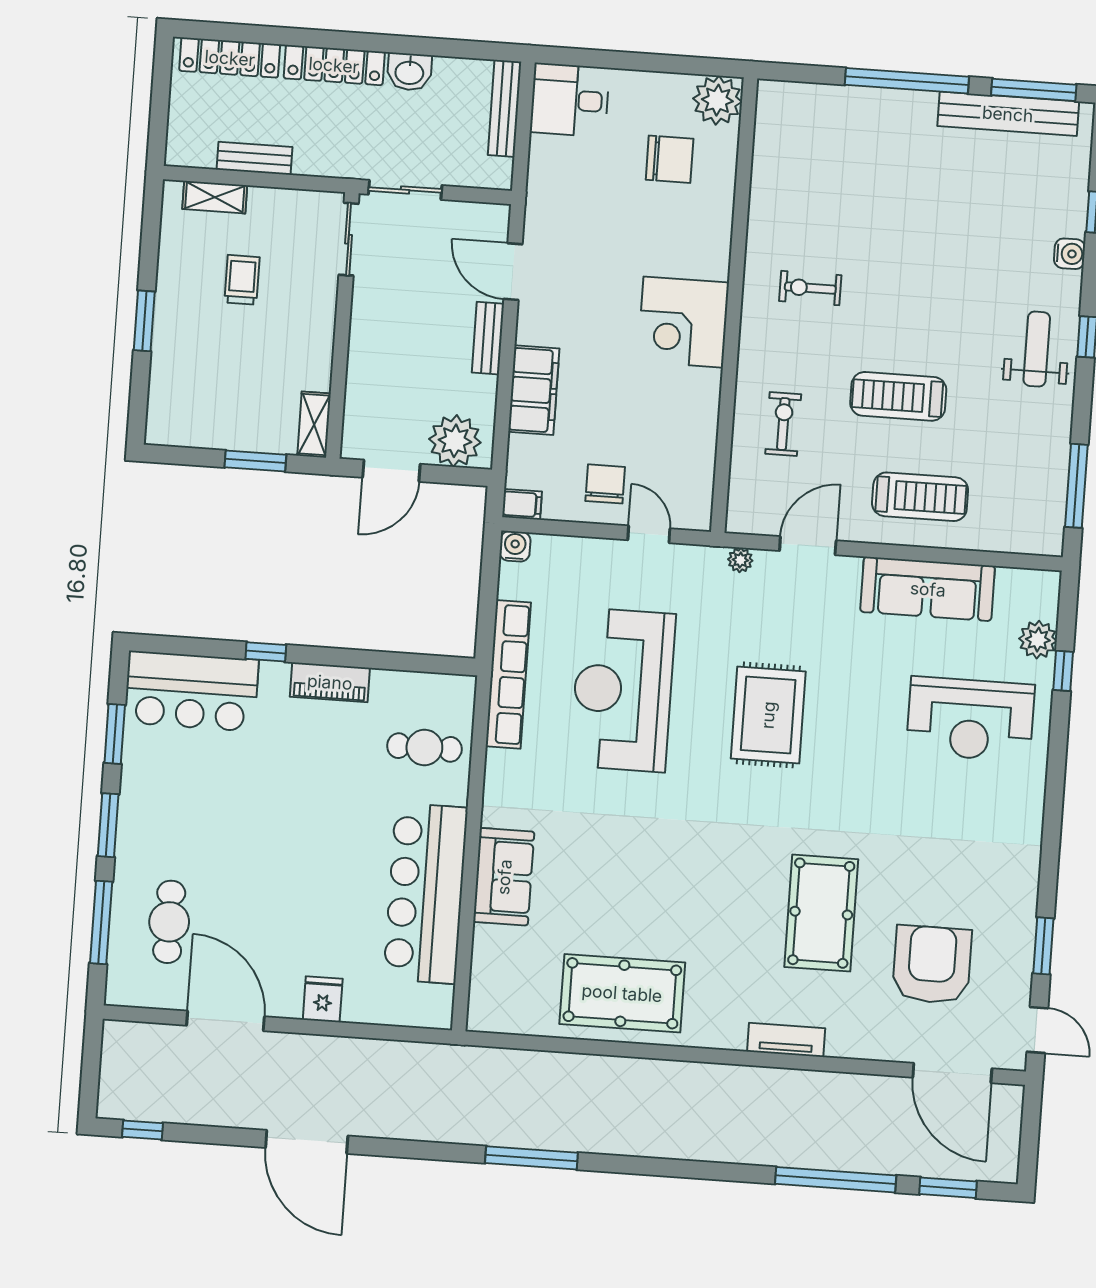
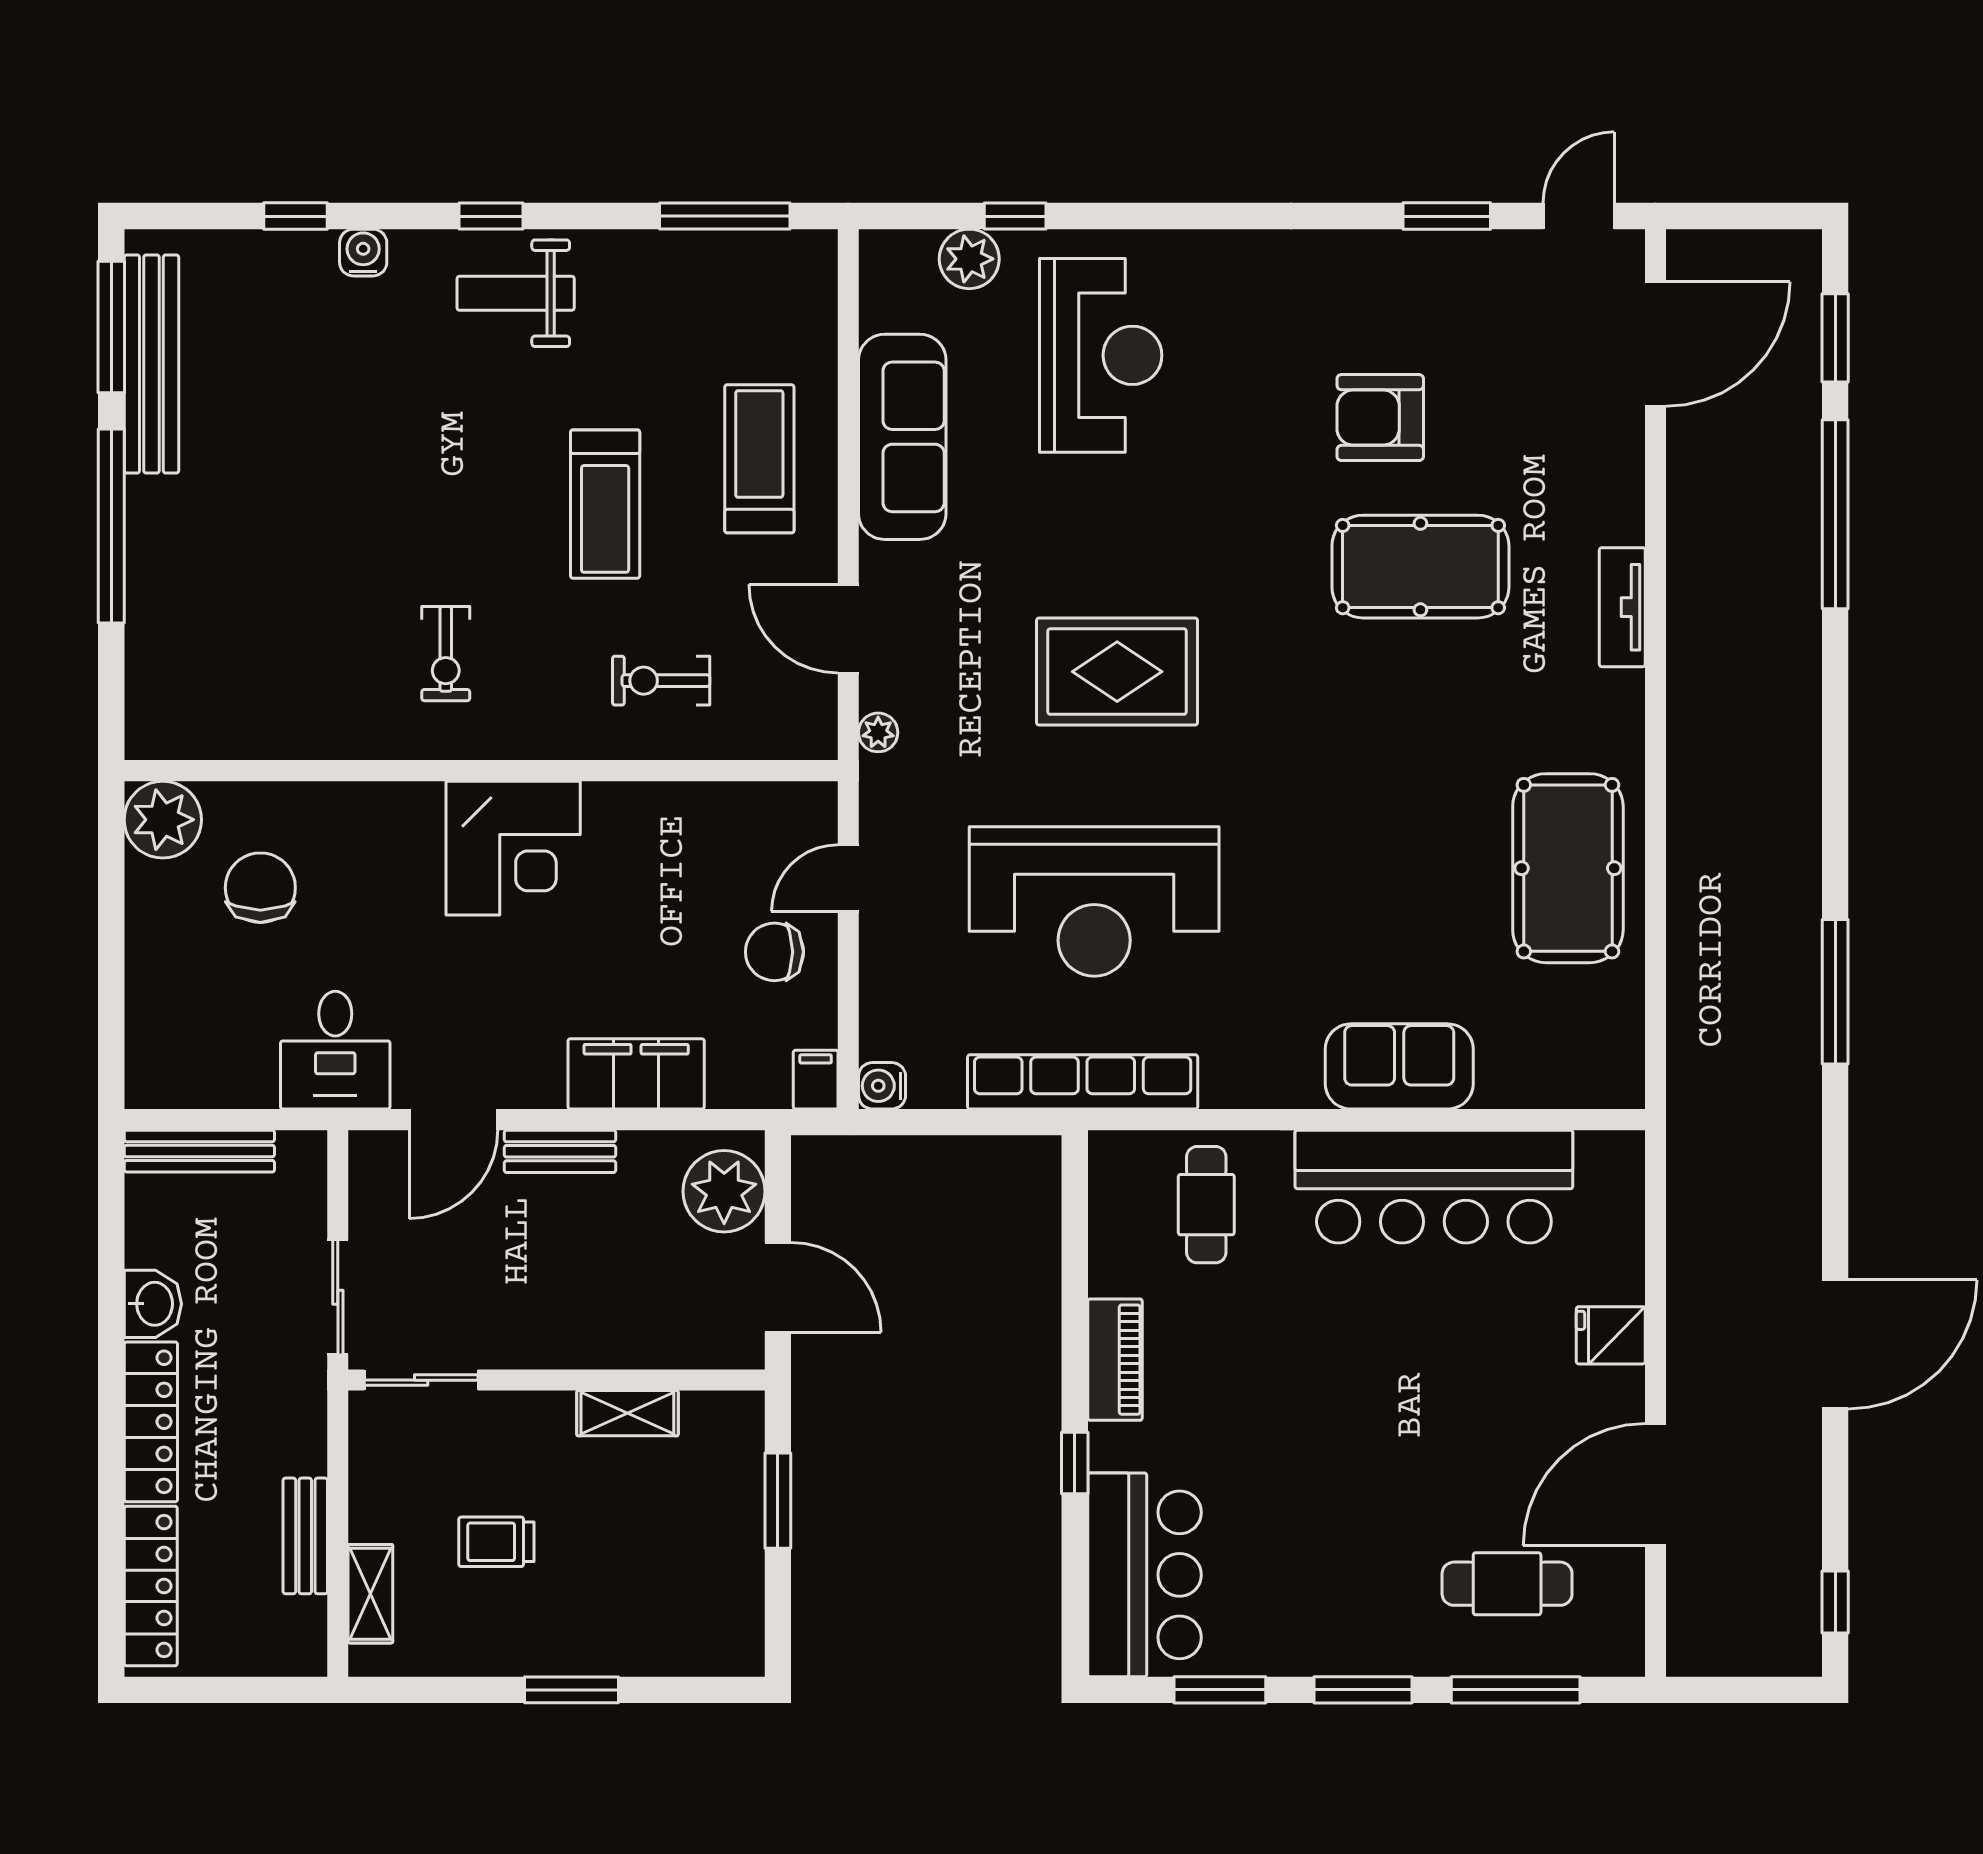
desk: (570, 100) -> (335, 1050), moved
shelving: (314, 425) -> (627, 1413), moved
armchair: (932, 965) -> (1380, 418), moved, width x0.73, depth x0.73

